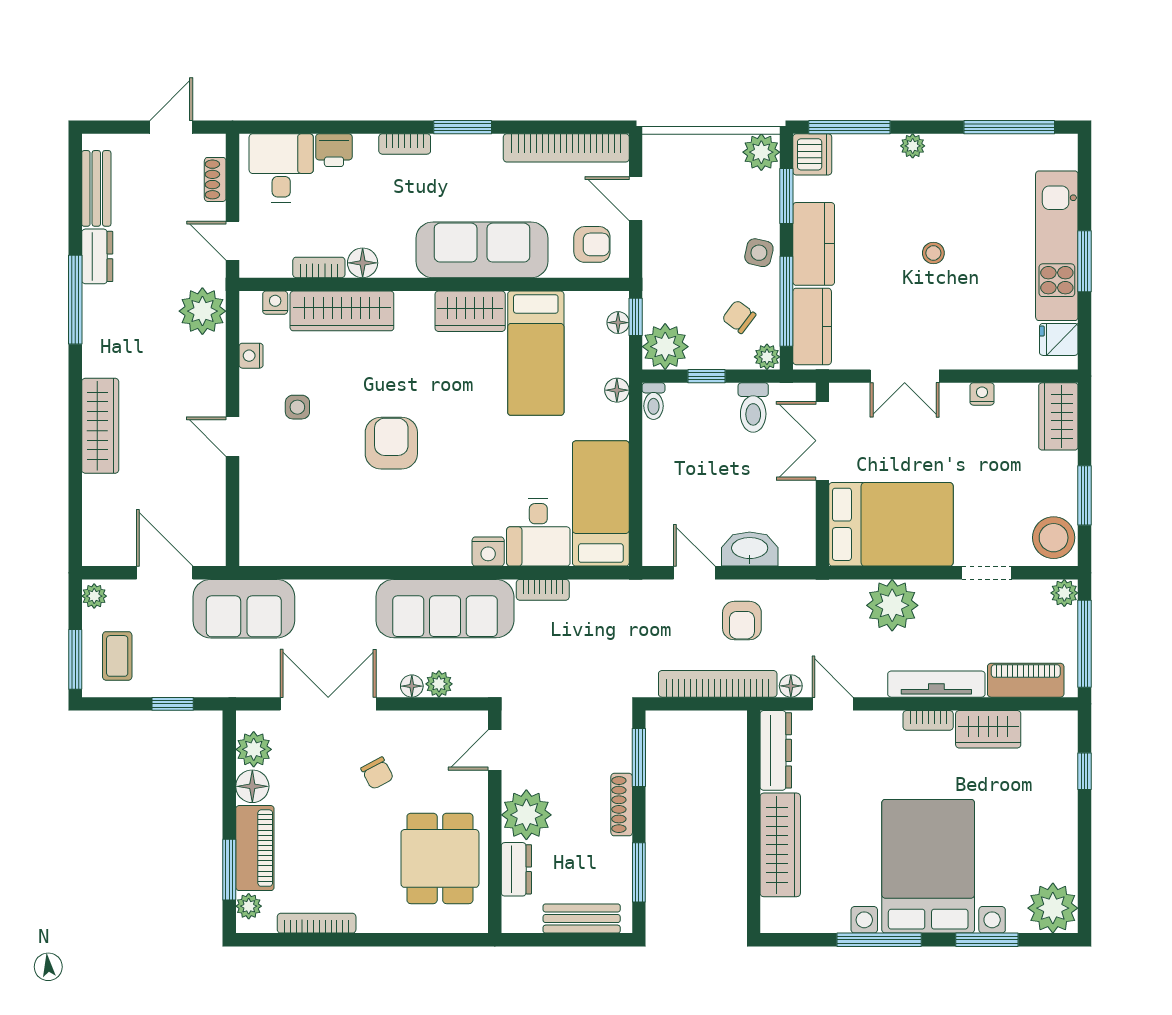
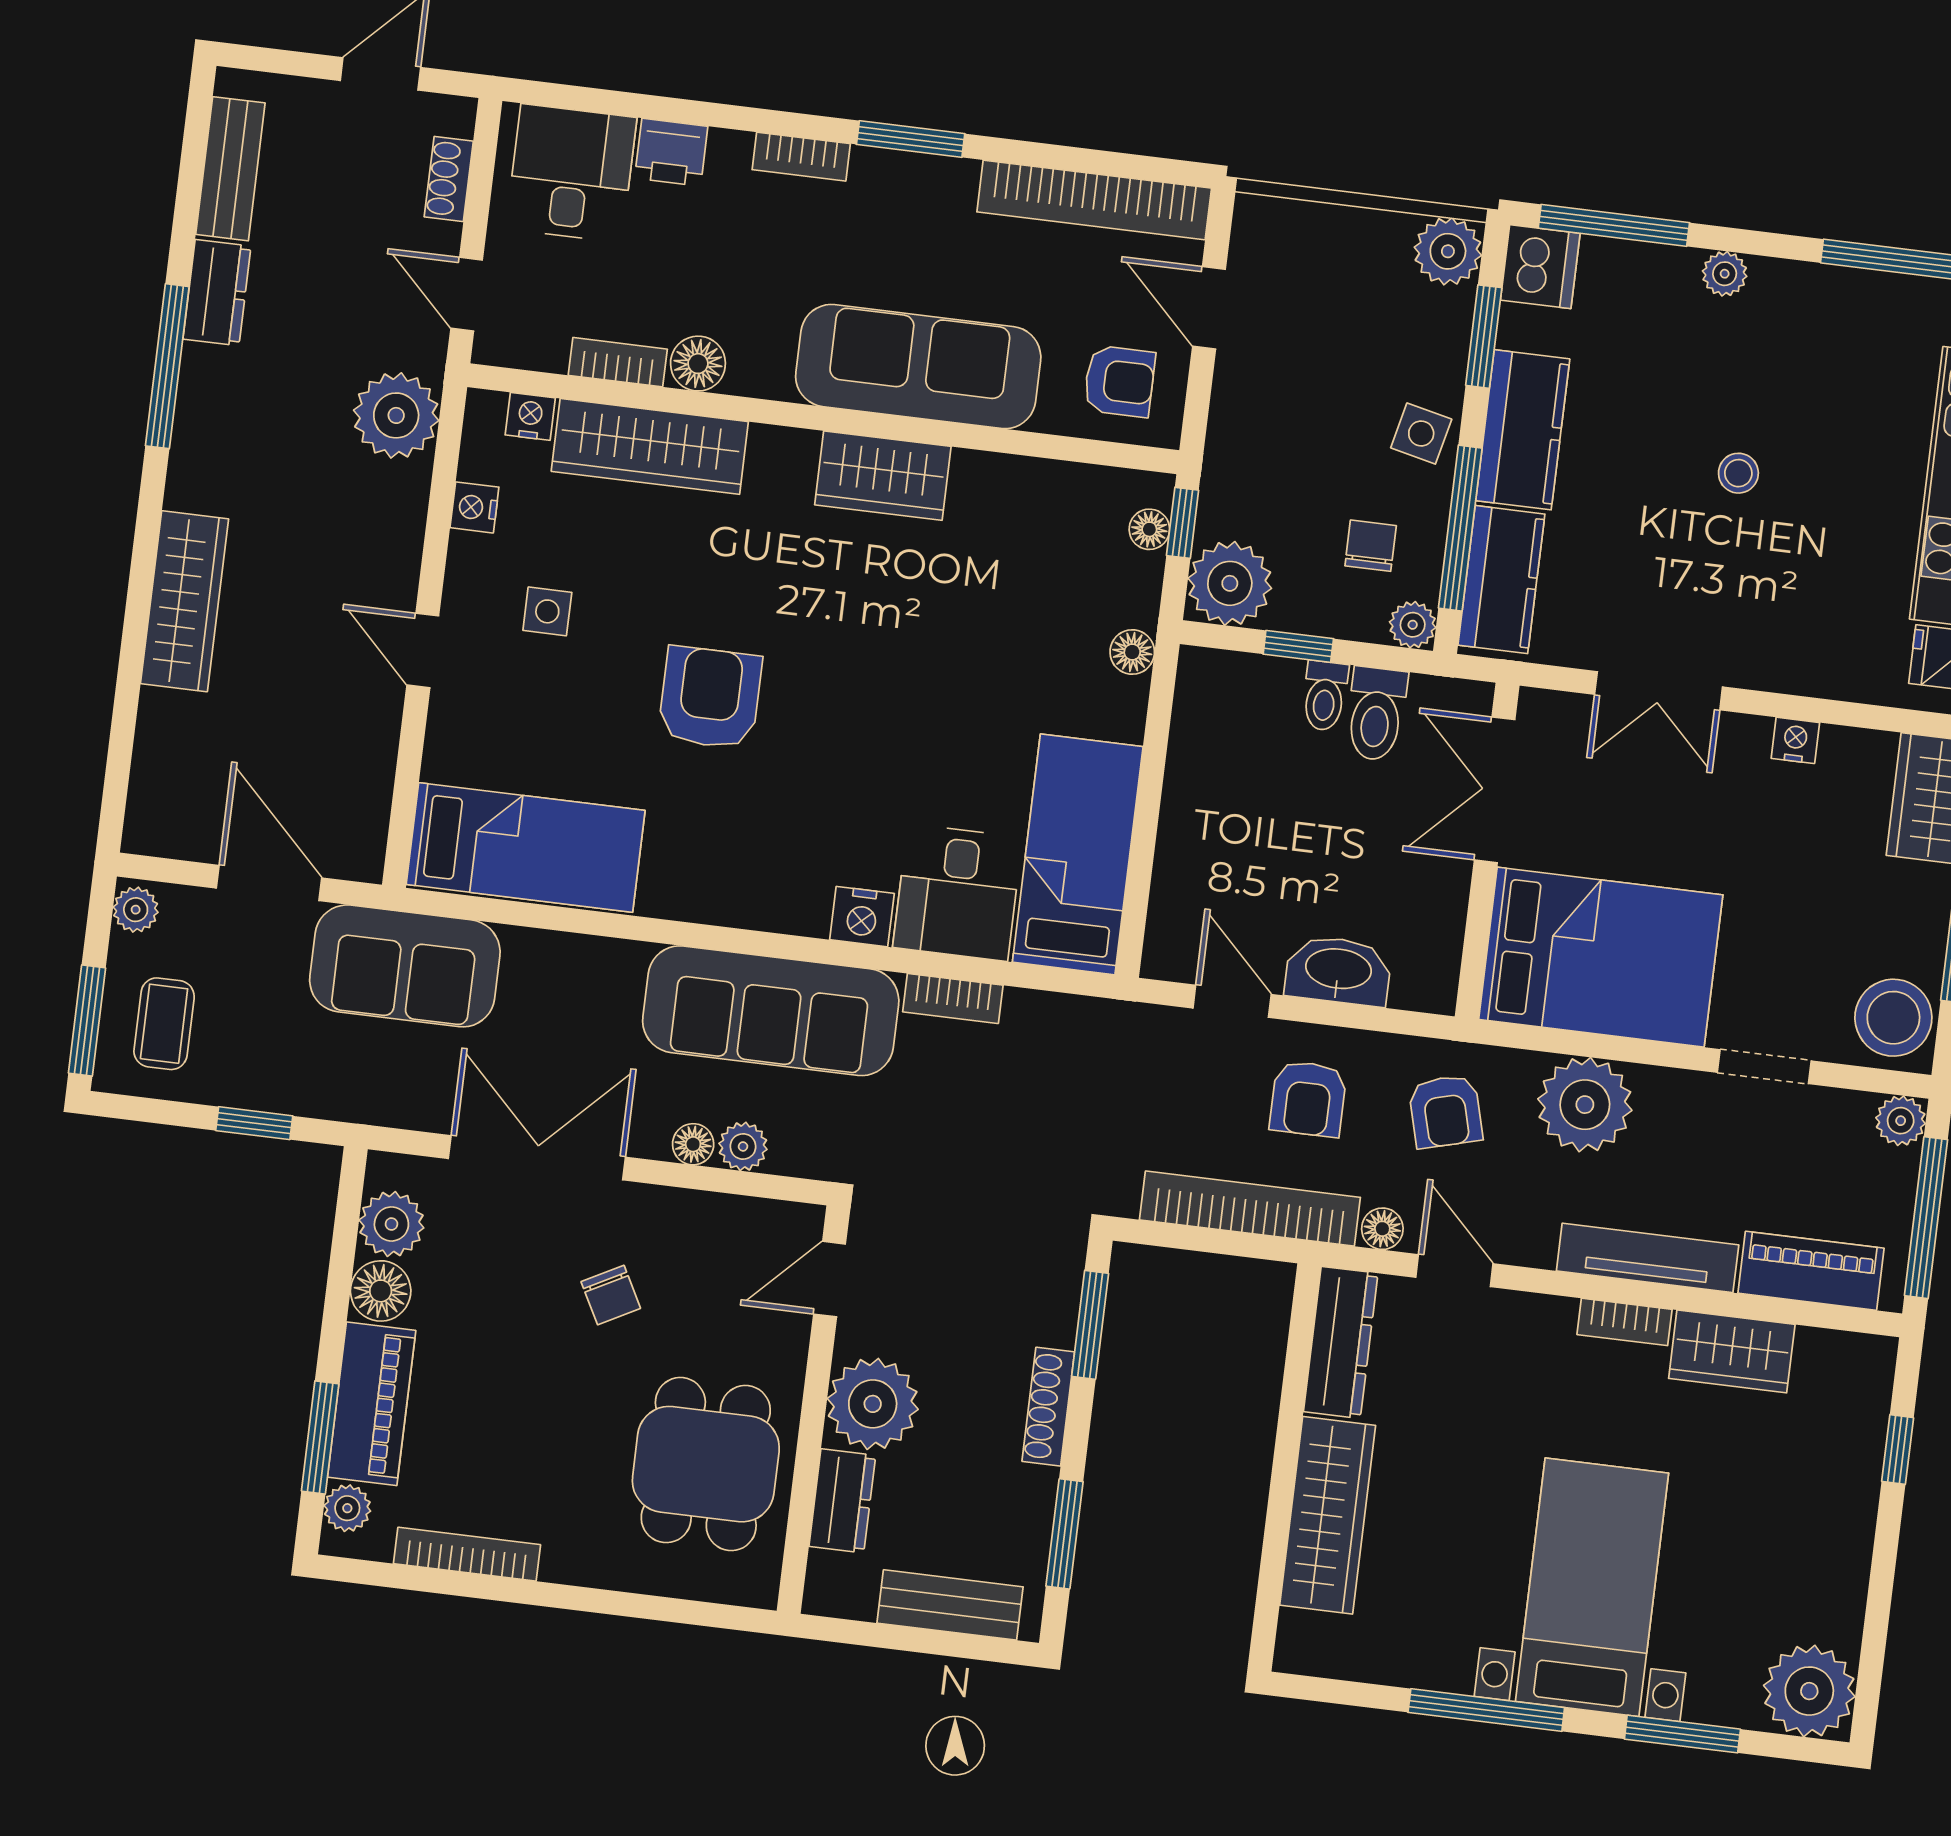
chair: (739, 317) -> (1371, 546), turned 53
bed: (536, 353) -> (526, 847), moved, turned -90
toilet: (653, 401) -> (1325, 696), moved
armchair: (817, 618) -> (1445, 1111), added
bed with nightstands: (928, 866) -> (1592, 1587), width x0.73

